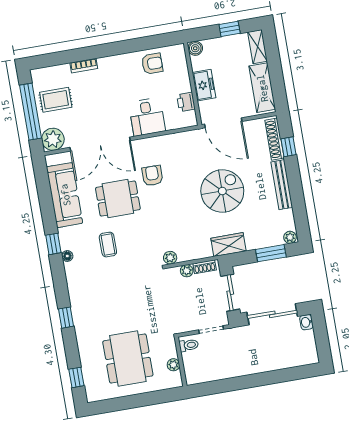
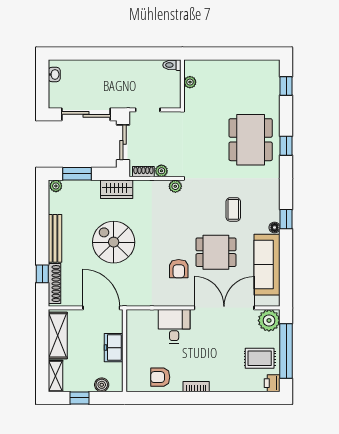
boiler: (195, 48) -> (102, 385), moved
bookcase: (84, 66) -> (196, 387), moved
printer: (186, 102) -> (272, 383), moved, turned 180
spiral stairs: (222, 191) -> (114, 242), turned 90
floor lamp: (67, 256) -> (275, 227), moved
washbasin: (306, 322) -> (54, 74), moved
toilet: (189, 345) -> (172, 65), moved
dining table: (128, 358) -> (251, 140), moved

